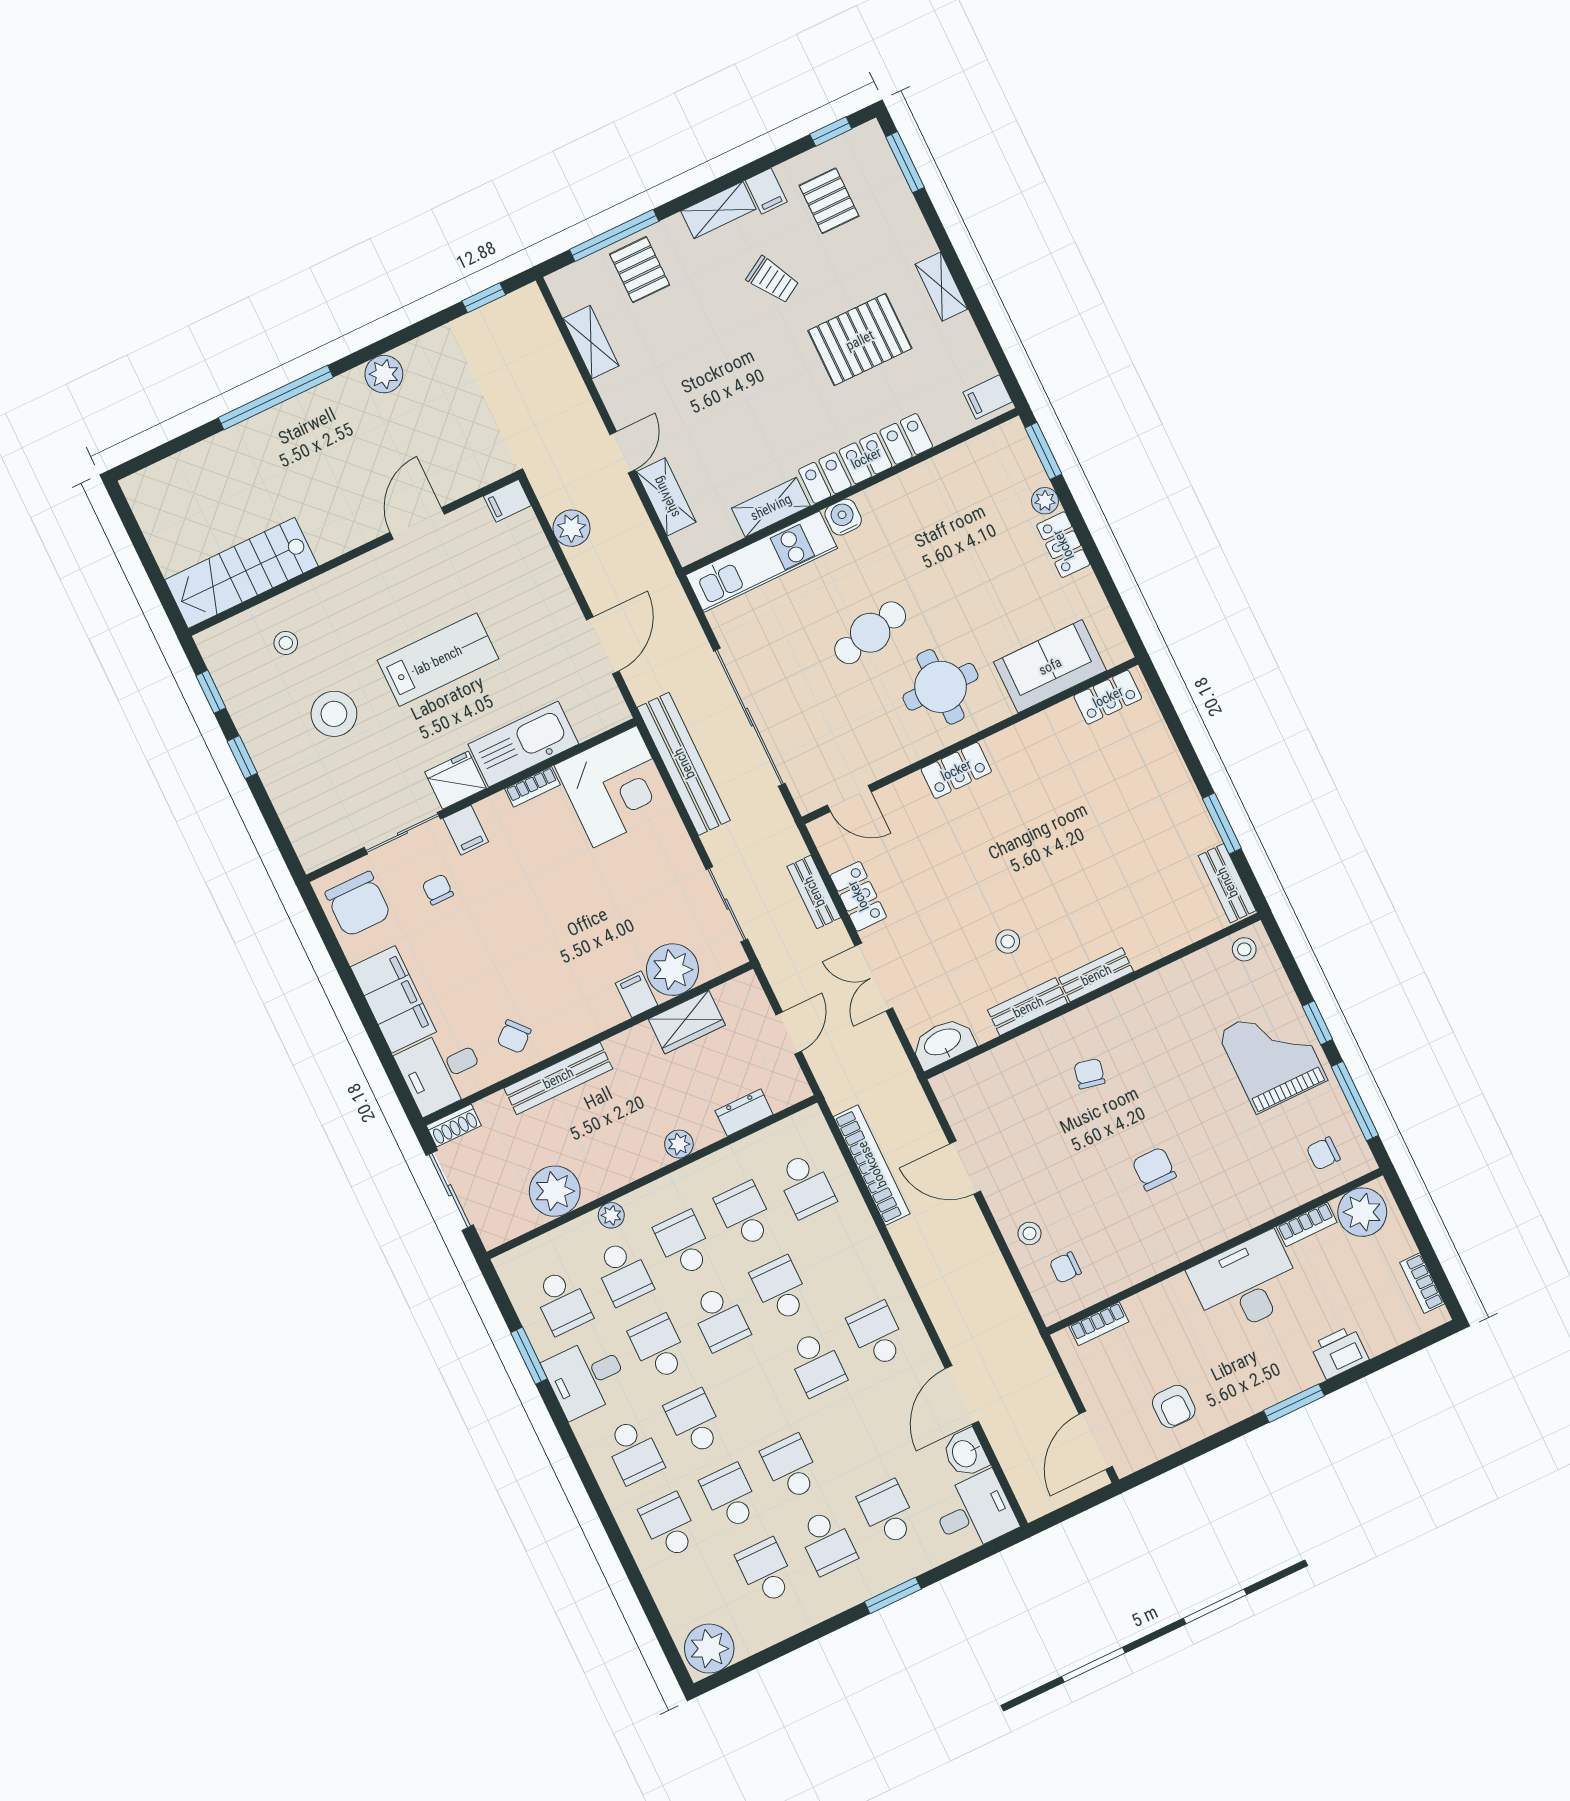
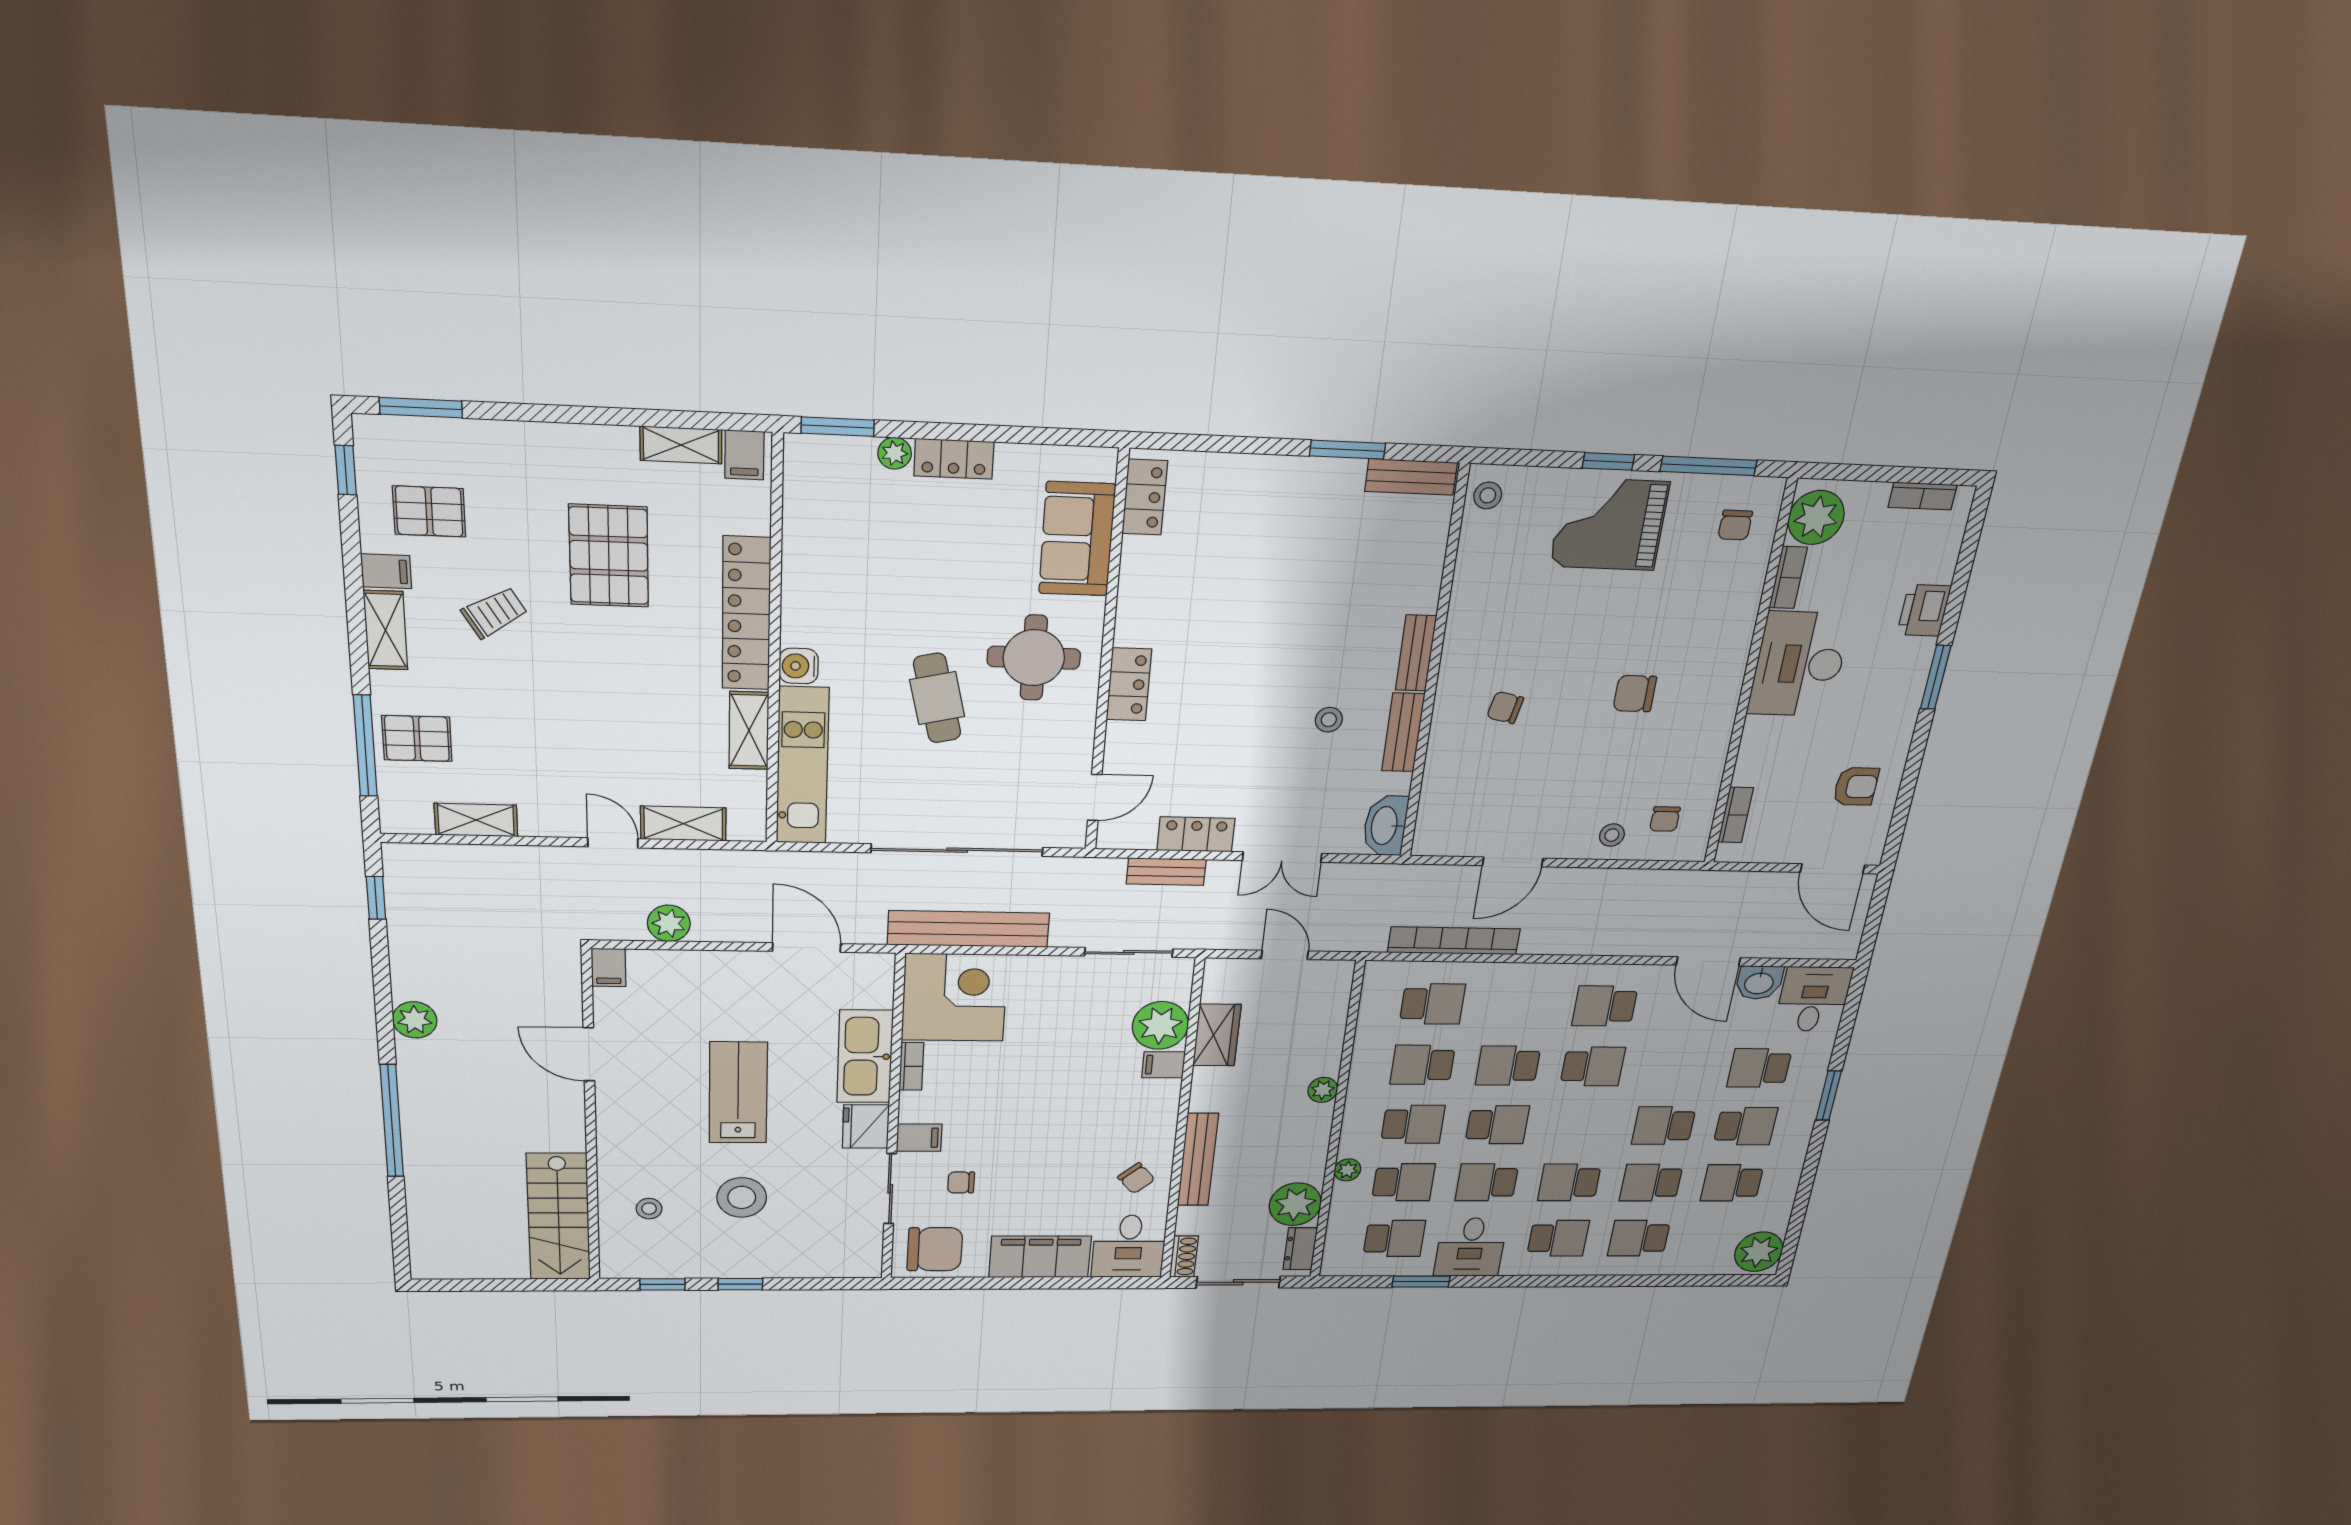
shelving: (941, 287) -> (681, 445), moved
dresser: (744, 1113) -> (1300, 1249), moved
school desk: (684, 1244) -> (1413, 1124), turned 180

